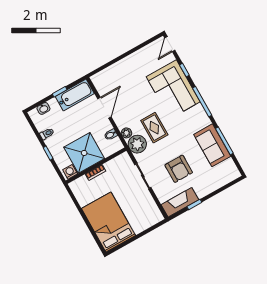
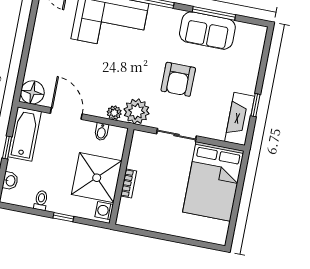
floor lamp: (100, 80) -> (32, 92), added
rug: (154, 128) -> (134, 77), removed
armchair: (179, 169) -> (178, 79), moved, turned 90
bed: (108, 222) -> (213, 181), moved, turned -90

